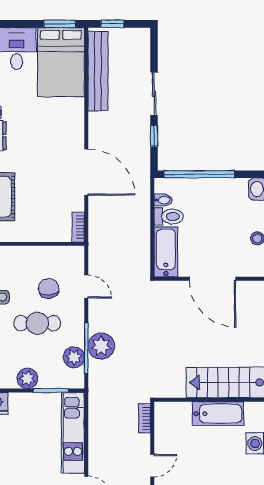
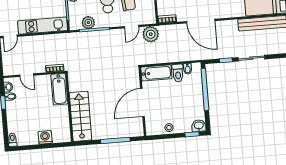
door: (86, 172) -> (201, 21), hinge flipped
plant: (101, 346) -> (151, 34), moved
bathtub: (218, 414) -> (59, 89), moved

